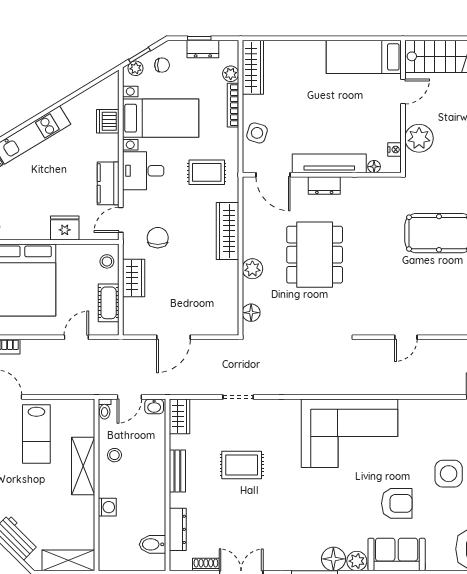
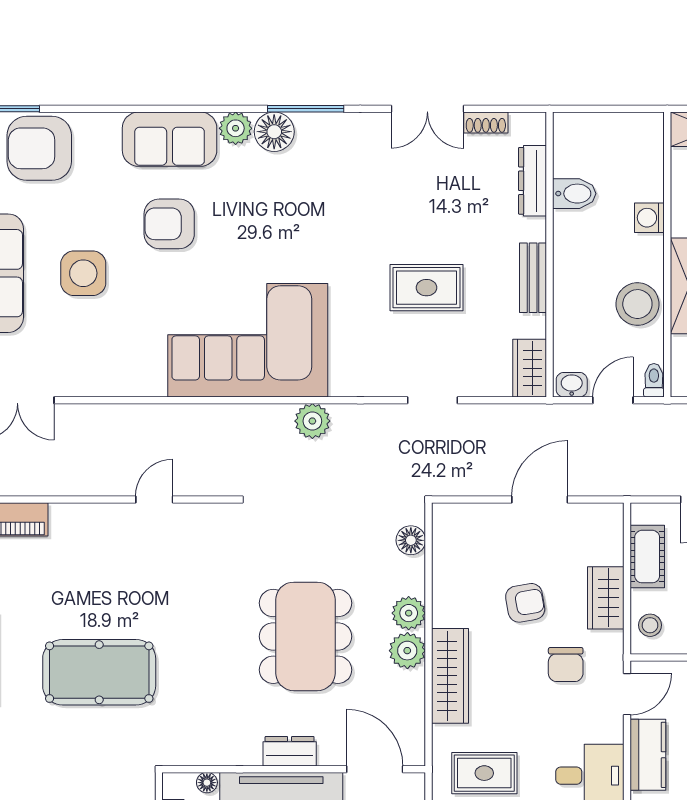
plant: (253, 246) -> (407, 651), added
armchair: (182, 275) -> (525, 603), added
plant: (310, 385) -> (312, 421), added
stool: (114, 455) -> (637, 304), width x1.89, depth x1.89
bidet: (153, 544) -> (574, 194), moved

